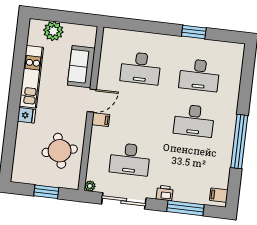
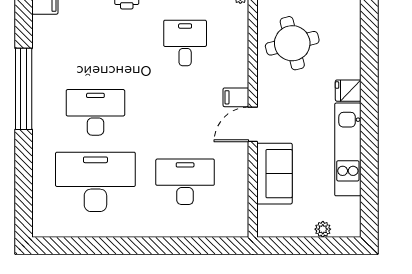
plant: (53, 31) -> (323, 229), width x0.53, depth x0.53
window: (194, 32) -> (111, 246), removed
desk: (199, 75) -> (95, 182), width x1.36, depth x1.30
desk: (130, 159) -> (185, 43), width x0.73

